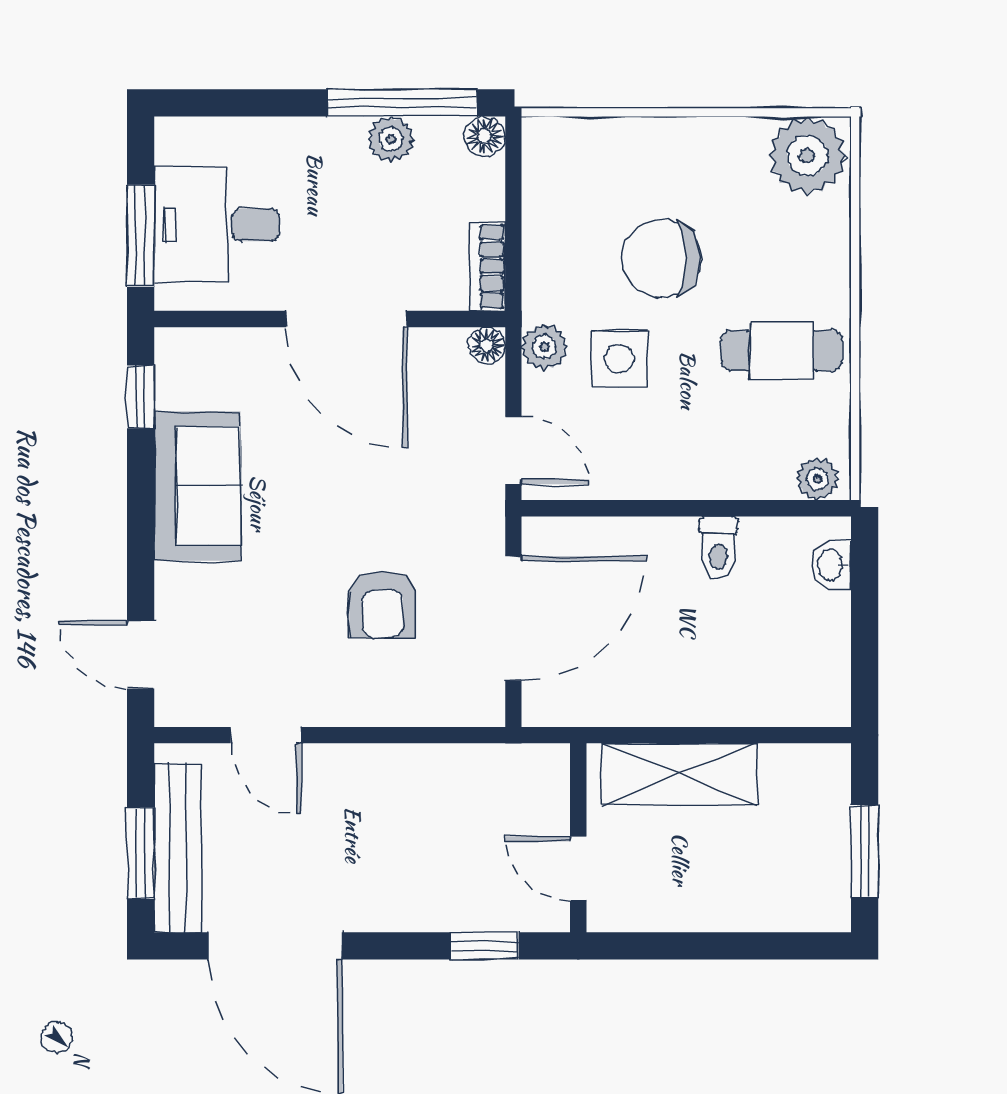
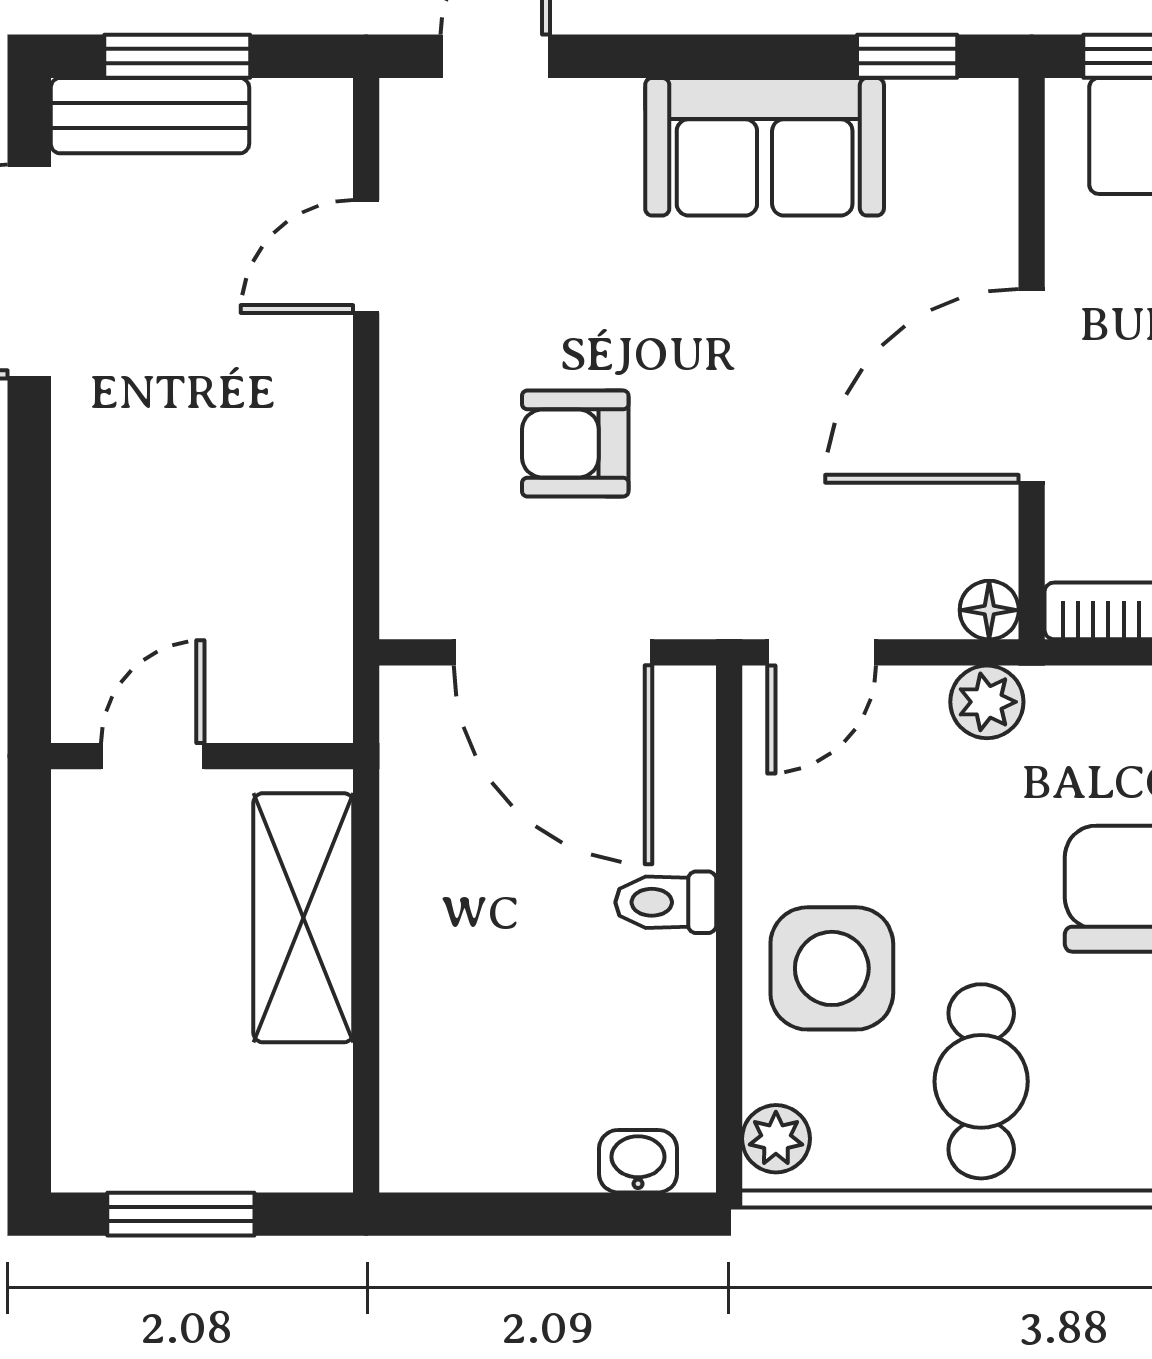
side table: (619, 359) -> (832, 968), moved, width x1.37, depth x1.37
toilet: (718, 548) -> (666, 902), moved
bench: (178, 848) -> (150, 116), width x0.73
window: (485, 946) -> (29, 607), removed

